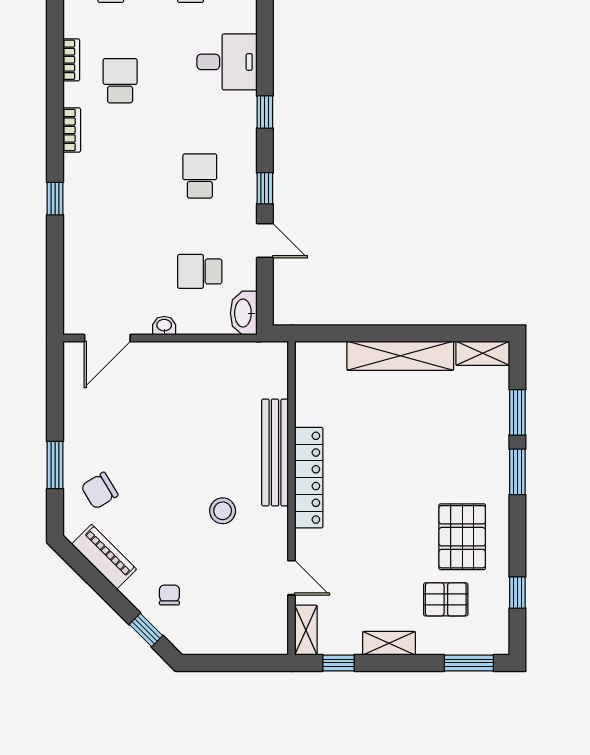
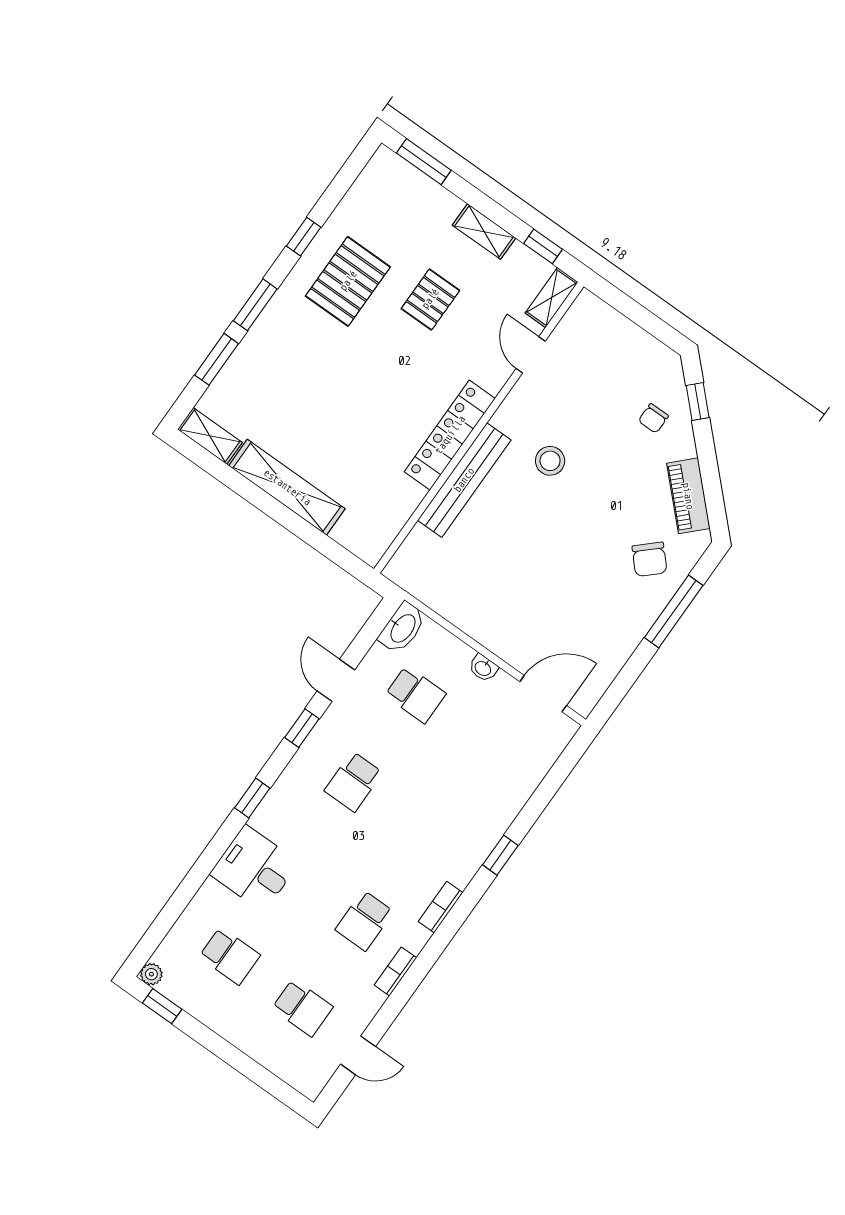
window: (55, 465) -> (674, 611), width x1.44
chair: (99, 491) -> (650, 559), turned 78
window: (517, 593) -> (304, 237), moved
pallet: (446, 599) -> (430, 299), moved, turned 90

